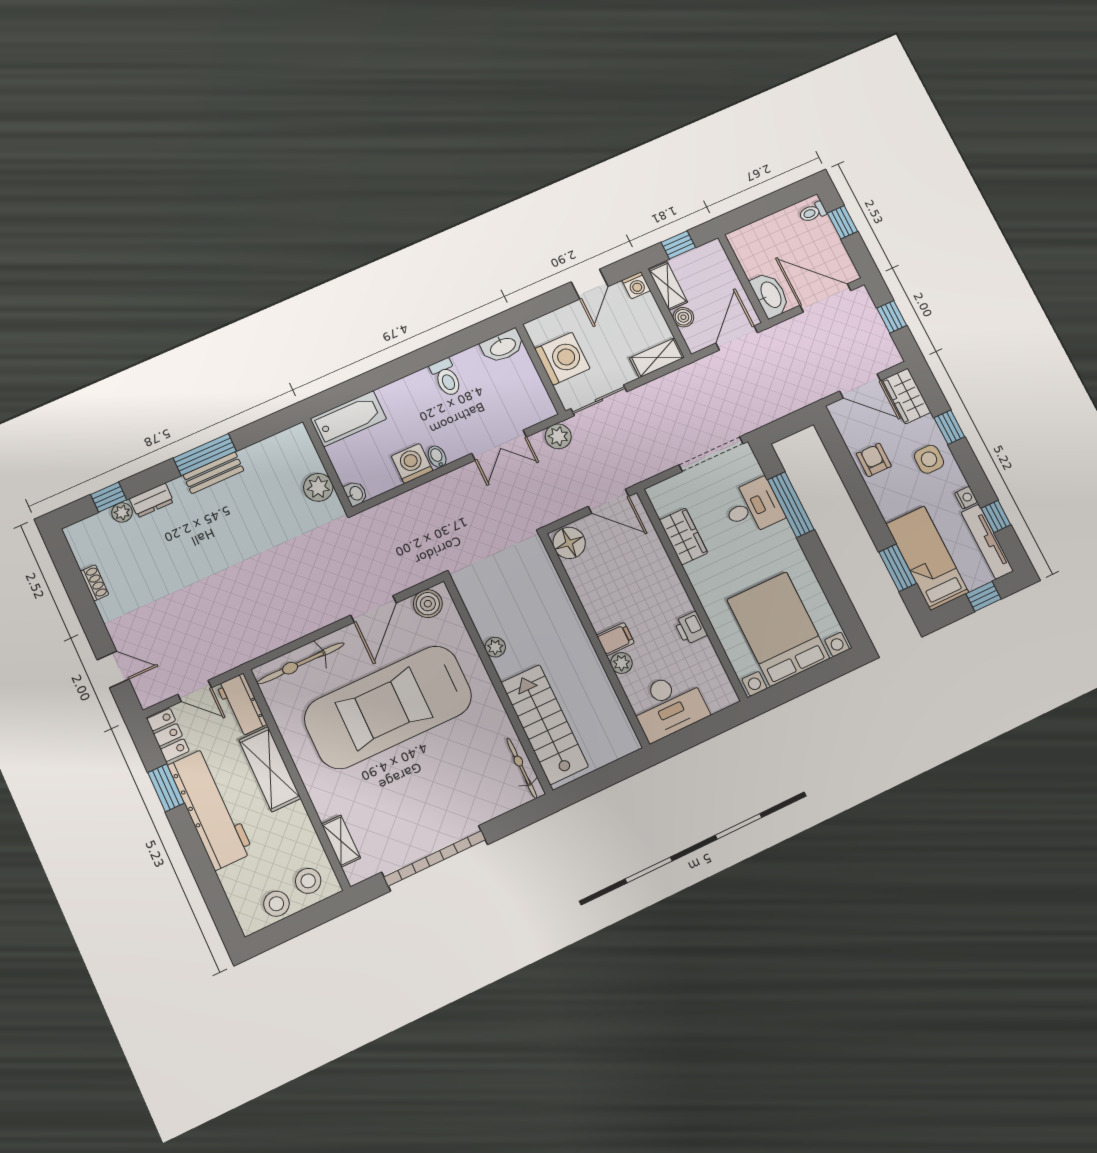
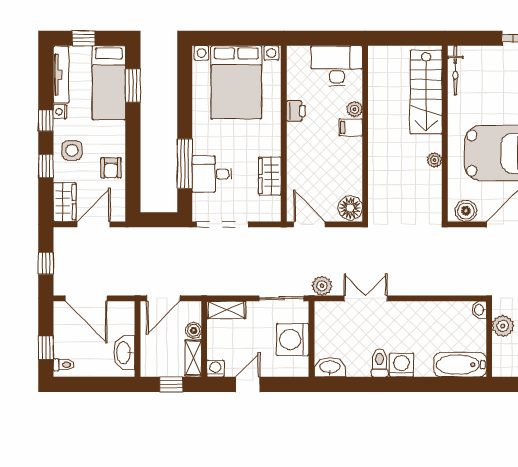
washbasin: (770, 295) -> (124, 353), moved
door: (860, 386) -> (94, 224), hinge flipped
bidet: (437, 457) -> (412, 310), removed
washing machine: (412, 463) -> (401, 365), moved, turned 180
window: (996, 517) -> (46, 121), moved

